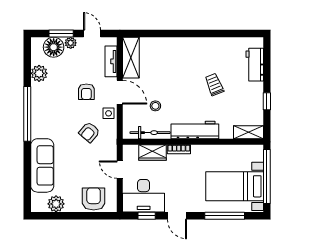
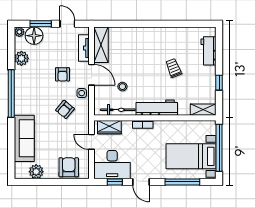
plant: (71, 43) -> (19, 32), moved
wardrobe: (153, 153) -> (109, 127), moved

